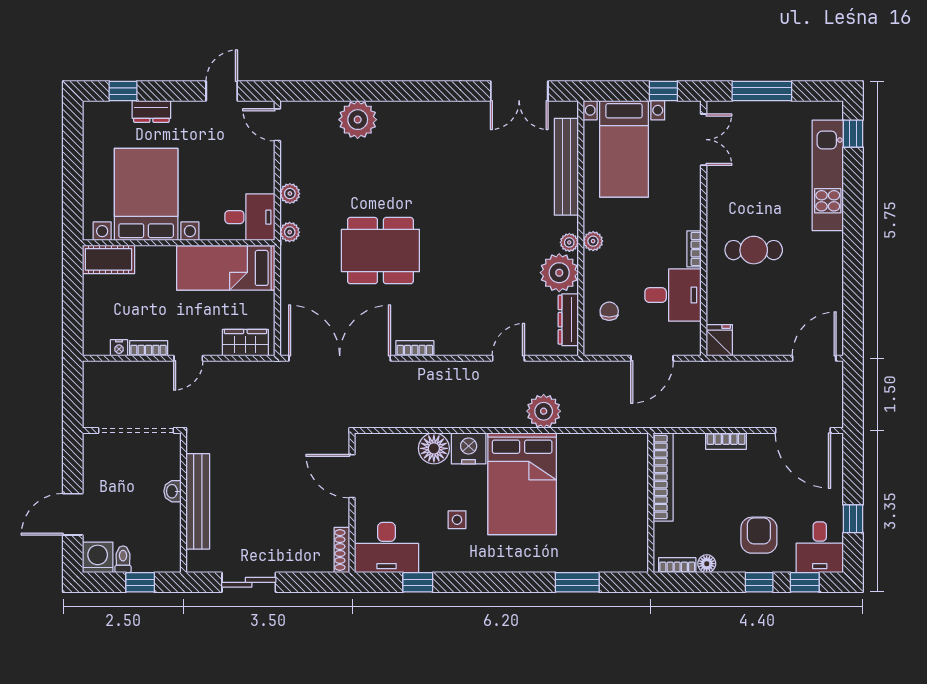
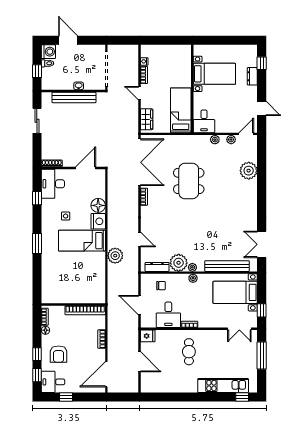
bed with nightstands: (146, 194) -> (214, 74), width x0.73
plant: (290, 232) -> (231, 140), moved
cot: (109, 259) -> (185, 57), removed
door: (814, 358) -> (139, 362), moved
bed: (522, 484) -> (82, 241), width x0.67
armchair: (759, 535) -> (59, 354), turned 90
window: (577, 582) -> (37, 244), moved

